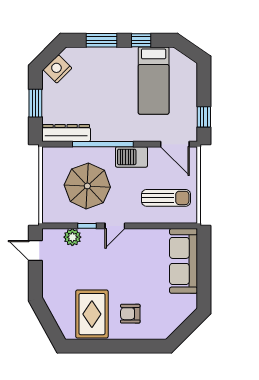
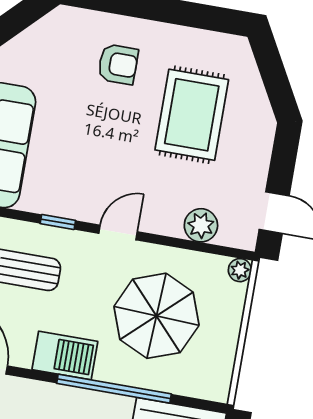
plant: (48, 217) -> (240, 270), added
window: (87, 226) -> (58, 222), moved
rug: (92, 314) -> (192, 115), moved

